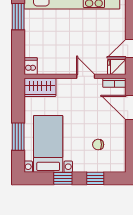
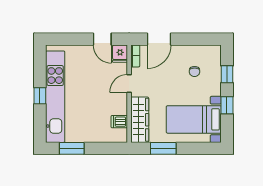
dishwasher: (31, 66) -> (119, 122), moved
wardrobe: (40, 87) -> (140, 120), width x1.50
window: (18, 137) -> (163, 148), moved

